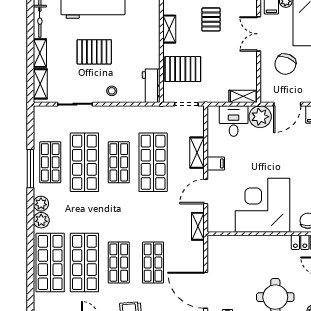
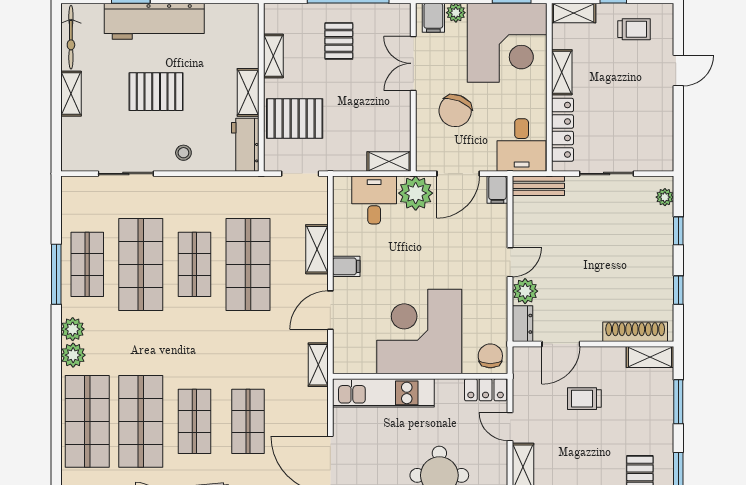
shelving: (40, 84) -> (248, 92), moved
kitchen unit: (240, 244) -> (383, 393), added

